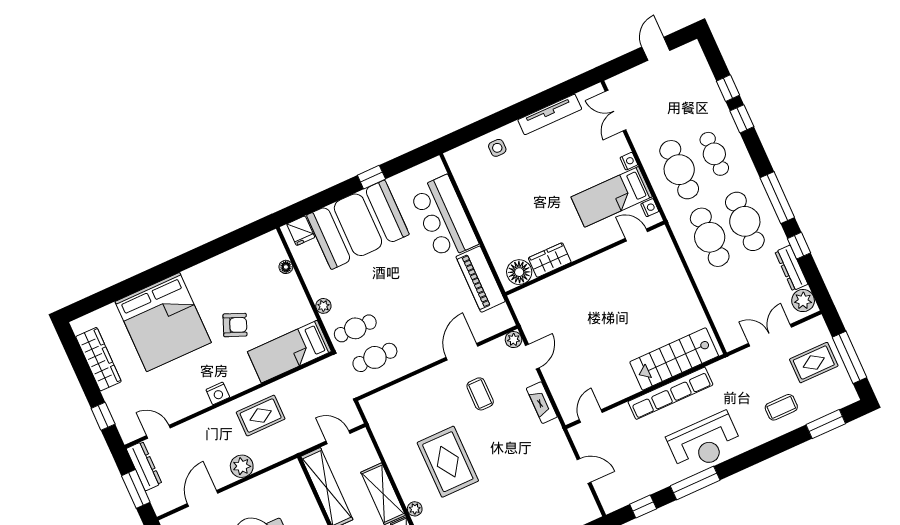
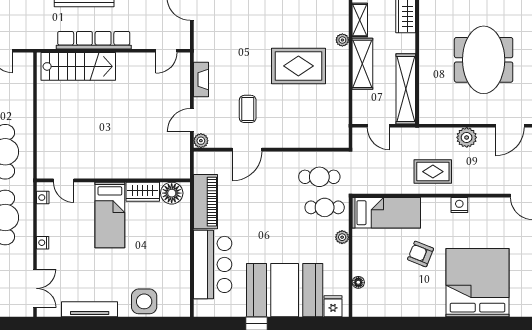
side table: (497, 148) -> (144, 301), width x1.87, depth x1.87
bed: (612, 197) -> (110, 215), moved, turned 90
rug: (448, 462) -> (298, 66), turned 90

